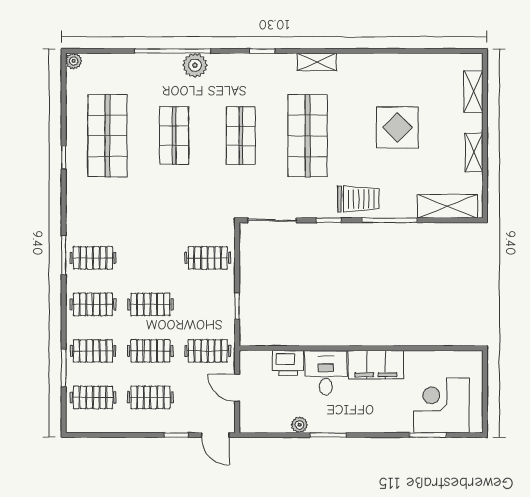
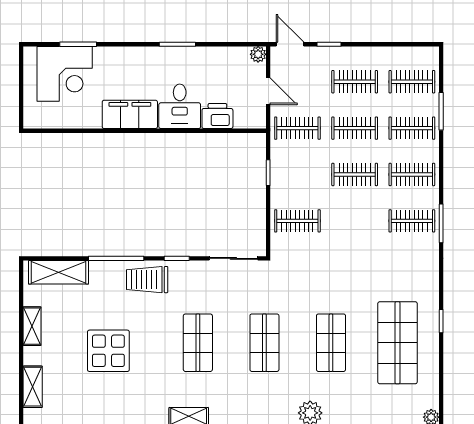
shop shelf: (308, 136) -> (198, 343), width x0.70, depth x0.74
plant: (299, 425) -> (258, 54), moved

